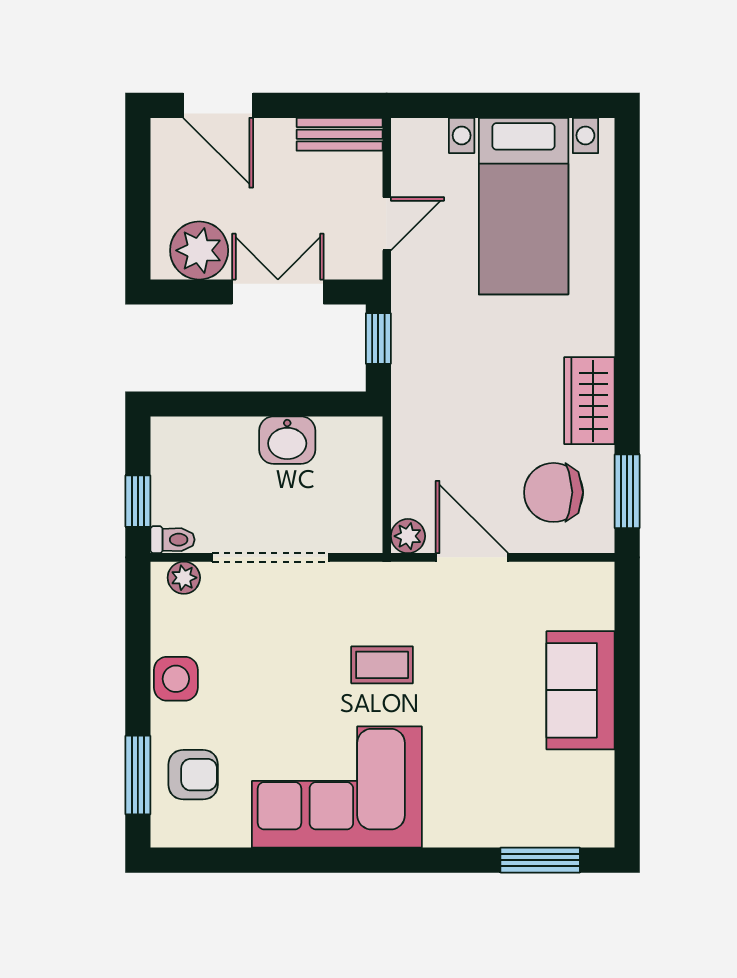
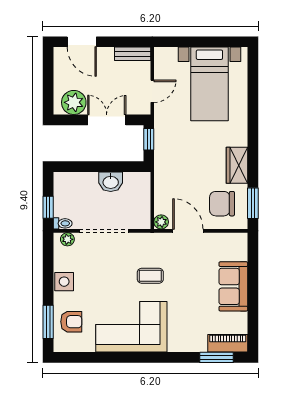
piano: (567, 826) -> (228, 343), added

